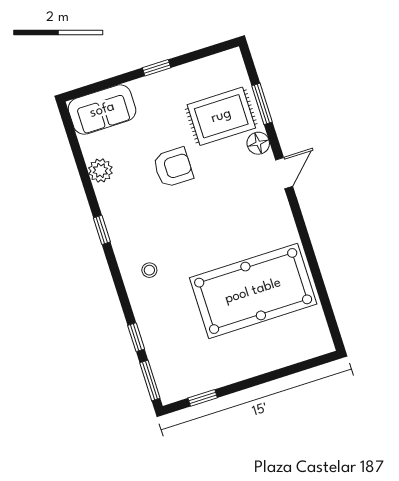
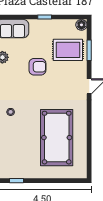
floor lamp: (258, 143) -> (81, 25), moved
pool table: (253, 291) -> (57, 138), turned 90

